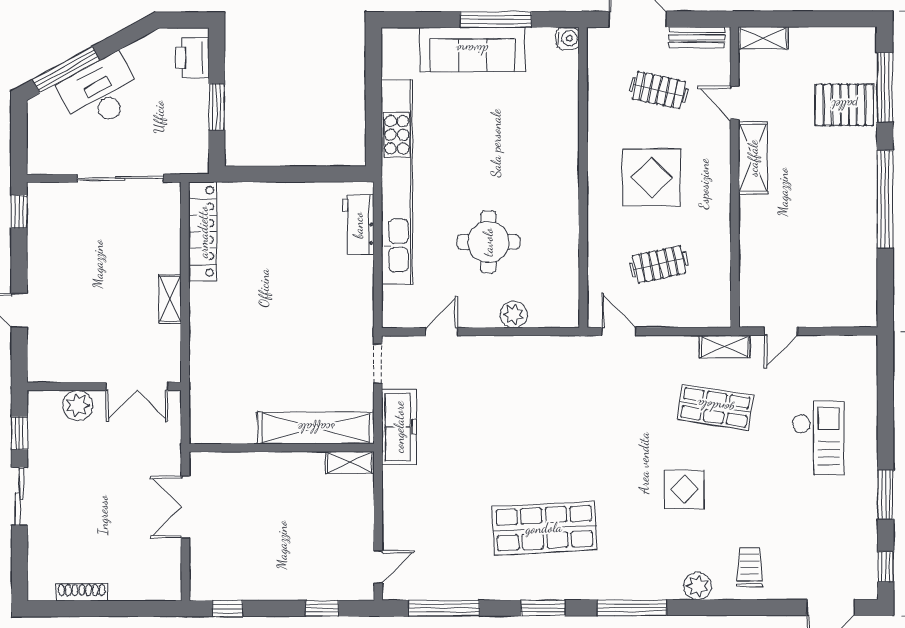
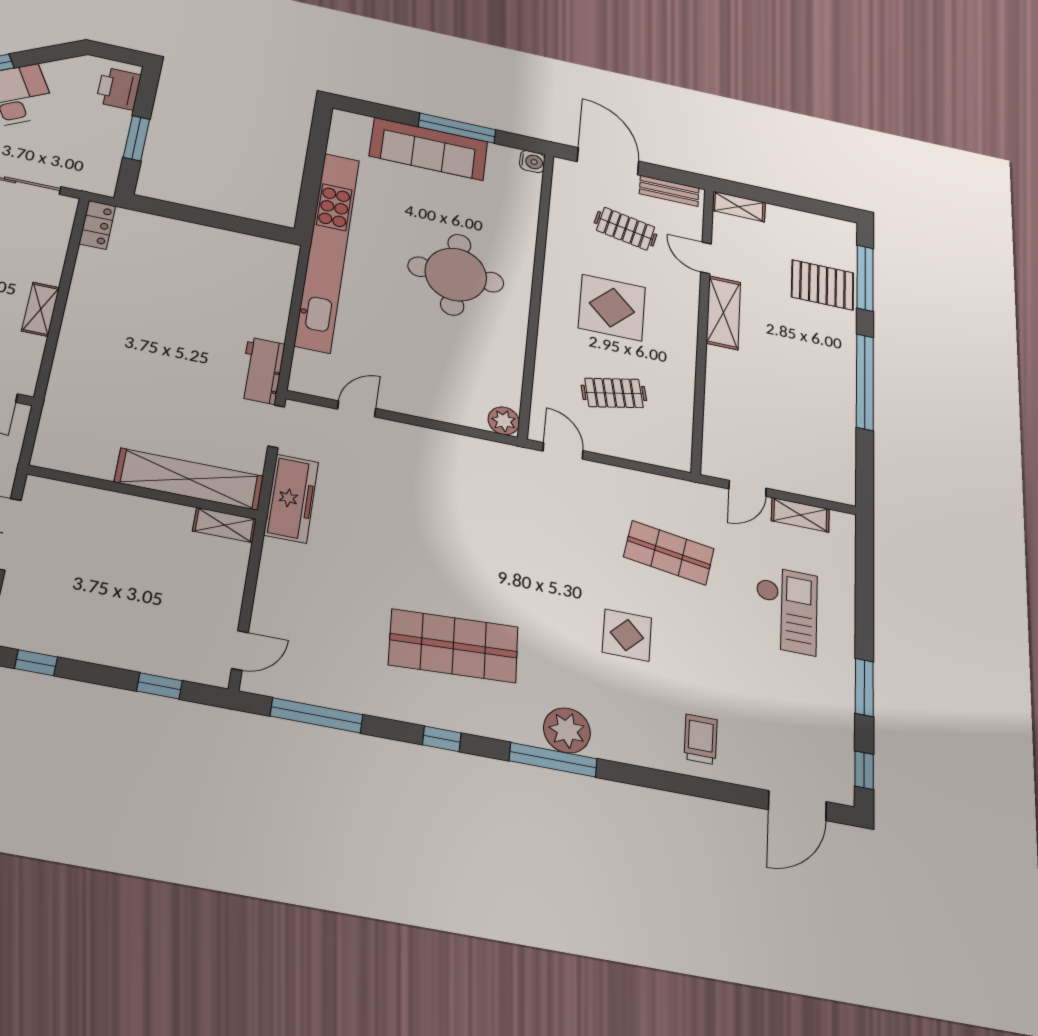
workbench: (358, 225) -> (262, 371), moved
locker: (203, 232) -> (97, 225), width x0.46, depth x0.83
round table: (488, 242) -> (456, 274), moved, width x1.36, depth x1.36
plant: (514, 314) -> (504, 421), moved
shelving: (725, 347) -> (800, 515), moved
plant: (698, 586) -> (567, 730), moved, width x1.36, depth x1.36
window: (543, 608) -> (442, 739), width x0.67

